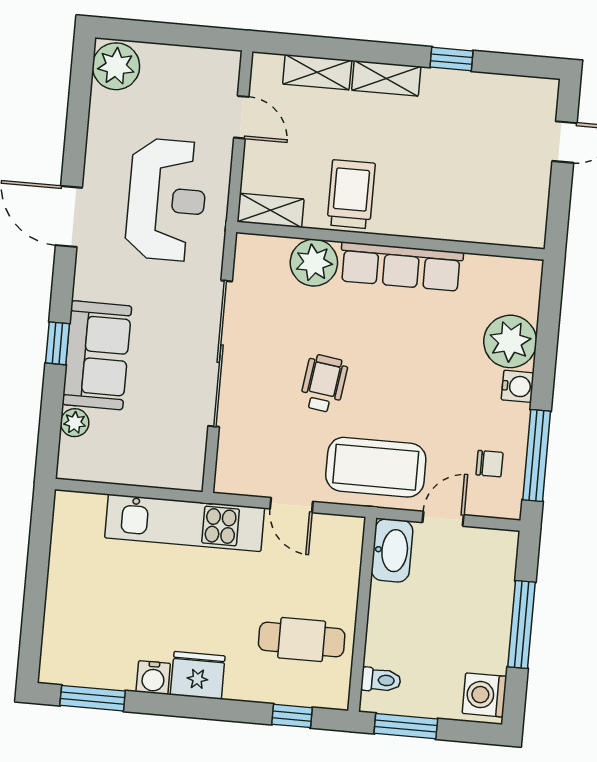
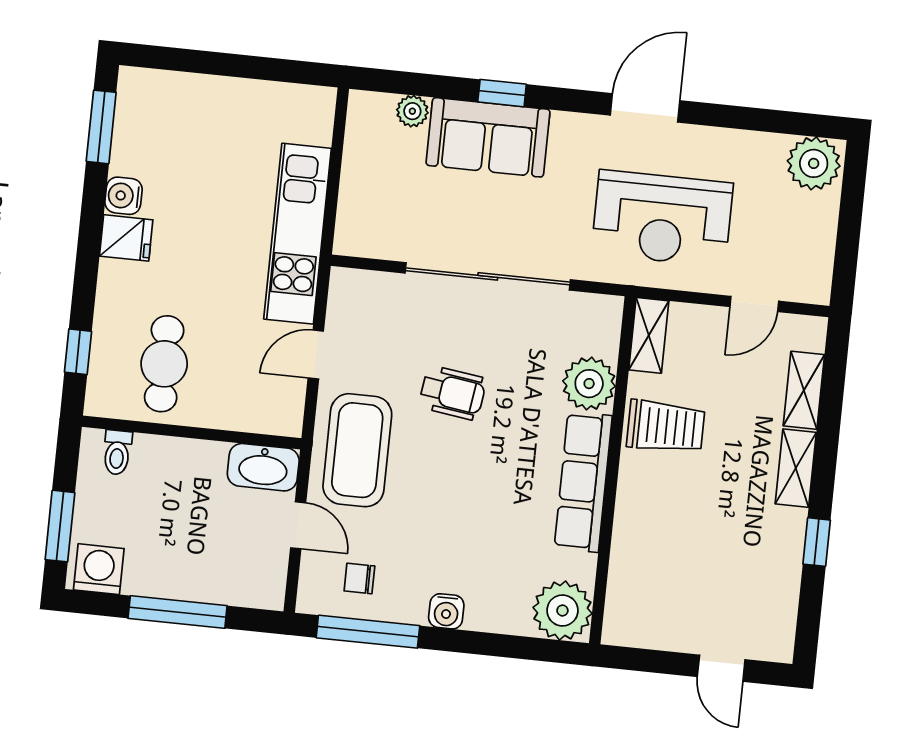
plant: (510, 341) -> (562, 610), moved
chair: (490, 464) -> (359, 578), turned 90
fridge: (198, 675) -> (126, 238), width x0.72
window: (406, 726) -> (60, 526), moved

